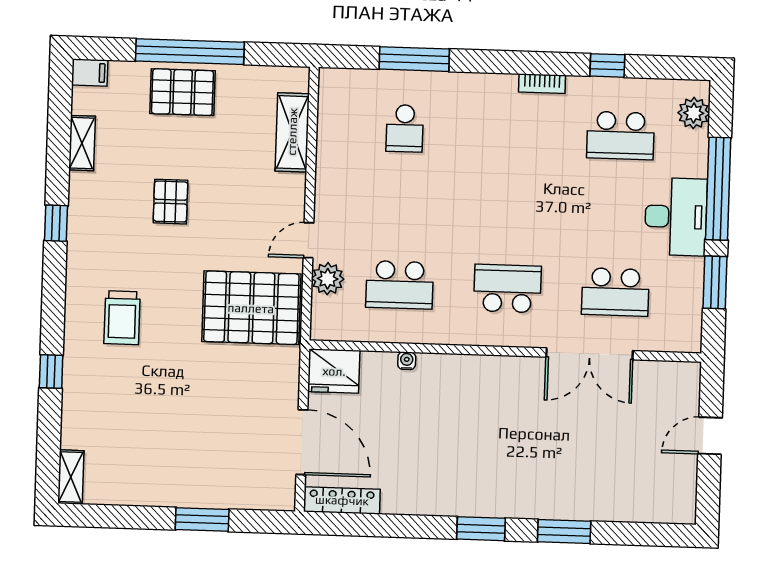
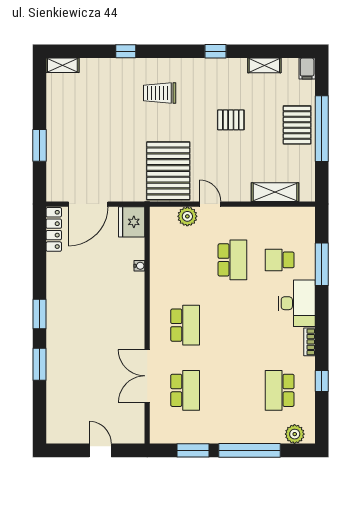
desk: (676, 217) -> (297, 303), moved, turned -90
school desk: (400, 285) -> (232, 260), moved, turned 180
school desk: (615, 292) -> (185, 390), turned 180

